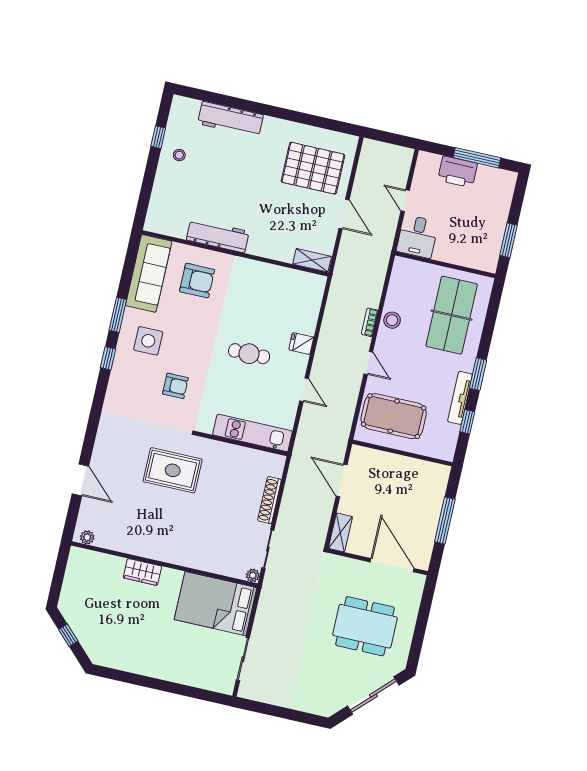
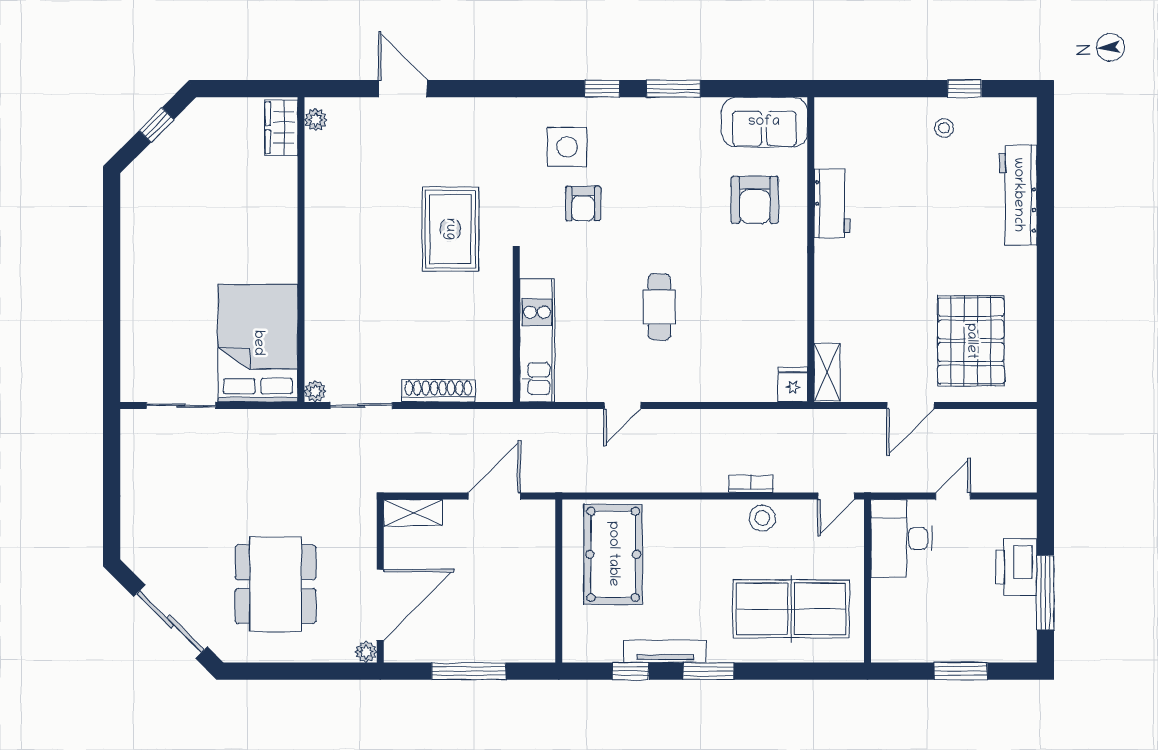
workbench: (218, 236) -> (832, 203), width x0.73
desk: (417, 236) -> (902, 538), width x1.37
window: (508, 240) -> (961, 671), moved
sofa: (149, 273) -> (764, 122), width x0.73
side table: (148, 341) -> (567, 147), moved
fridge: (301, 344) -> (793, 385), moved
door: (368, 363) -> (836, 496), moved
door: (80, 480) -> (403, 89), swing flipped
wardrobe: (142, 572) -> (281, 128), moved
plant: (419, 580) -> (366, 652), added

